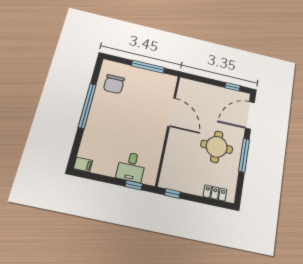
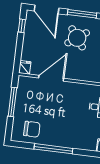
fridge: (186, 84) -> (25, 67), added
round table: (217, 147) -> (77, 38), turned -36

